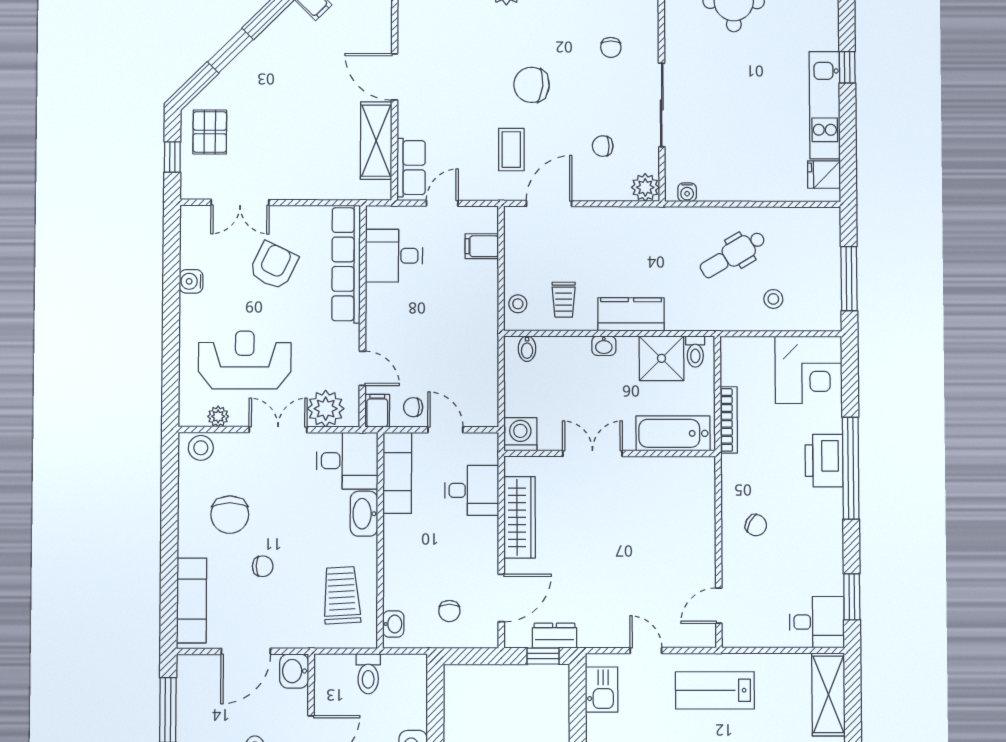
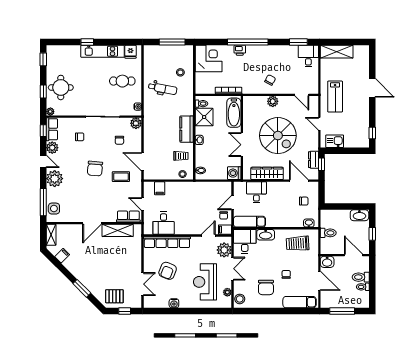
cafe table: (751, 154) -> (122, 81), added
dental chair: (733, 254) -> (163, 88), turned -48
armchair: (273, 266) -> (168, 271), turned -94
double door: (278, 430) -> (233, 269), swing flipped
printer: (824, 461) -> (240, 50), width x0.53, depth x0.68
chair: (230, 515) -> (266, 287), turned 90
plant: (702, 532) -> (273, 101), added
spiral stairs: (616, 545) -> (278, 136), added
door: (646, 651) -> (319, 124), hinge flipped

